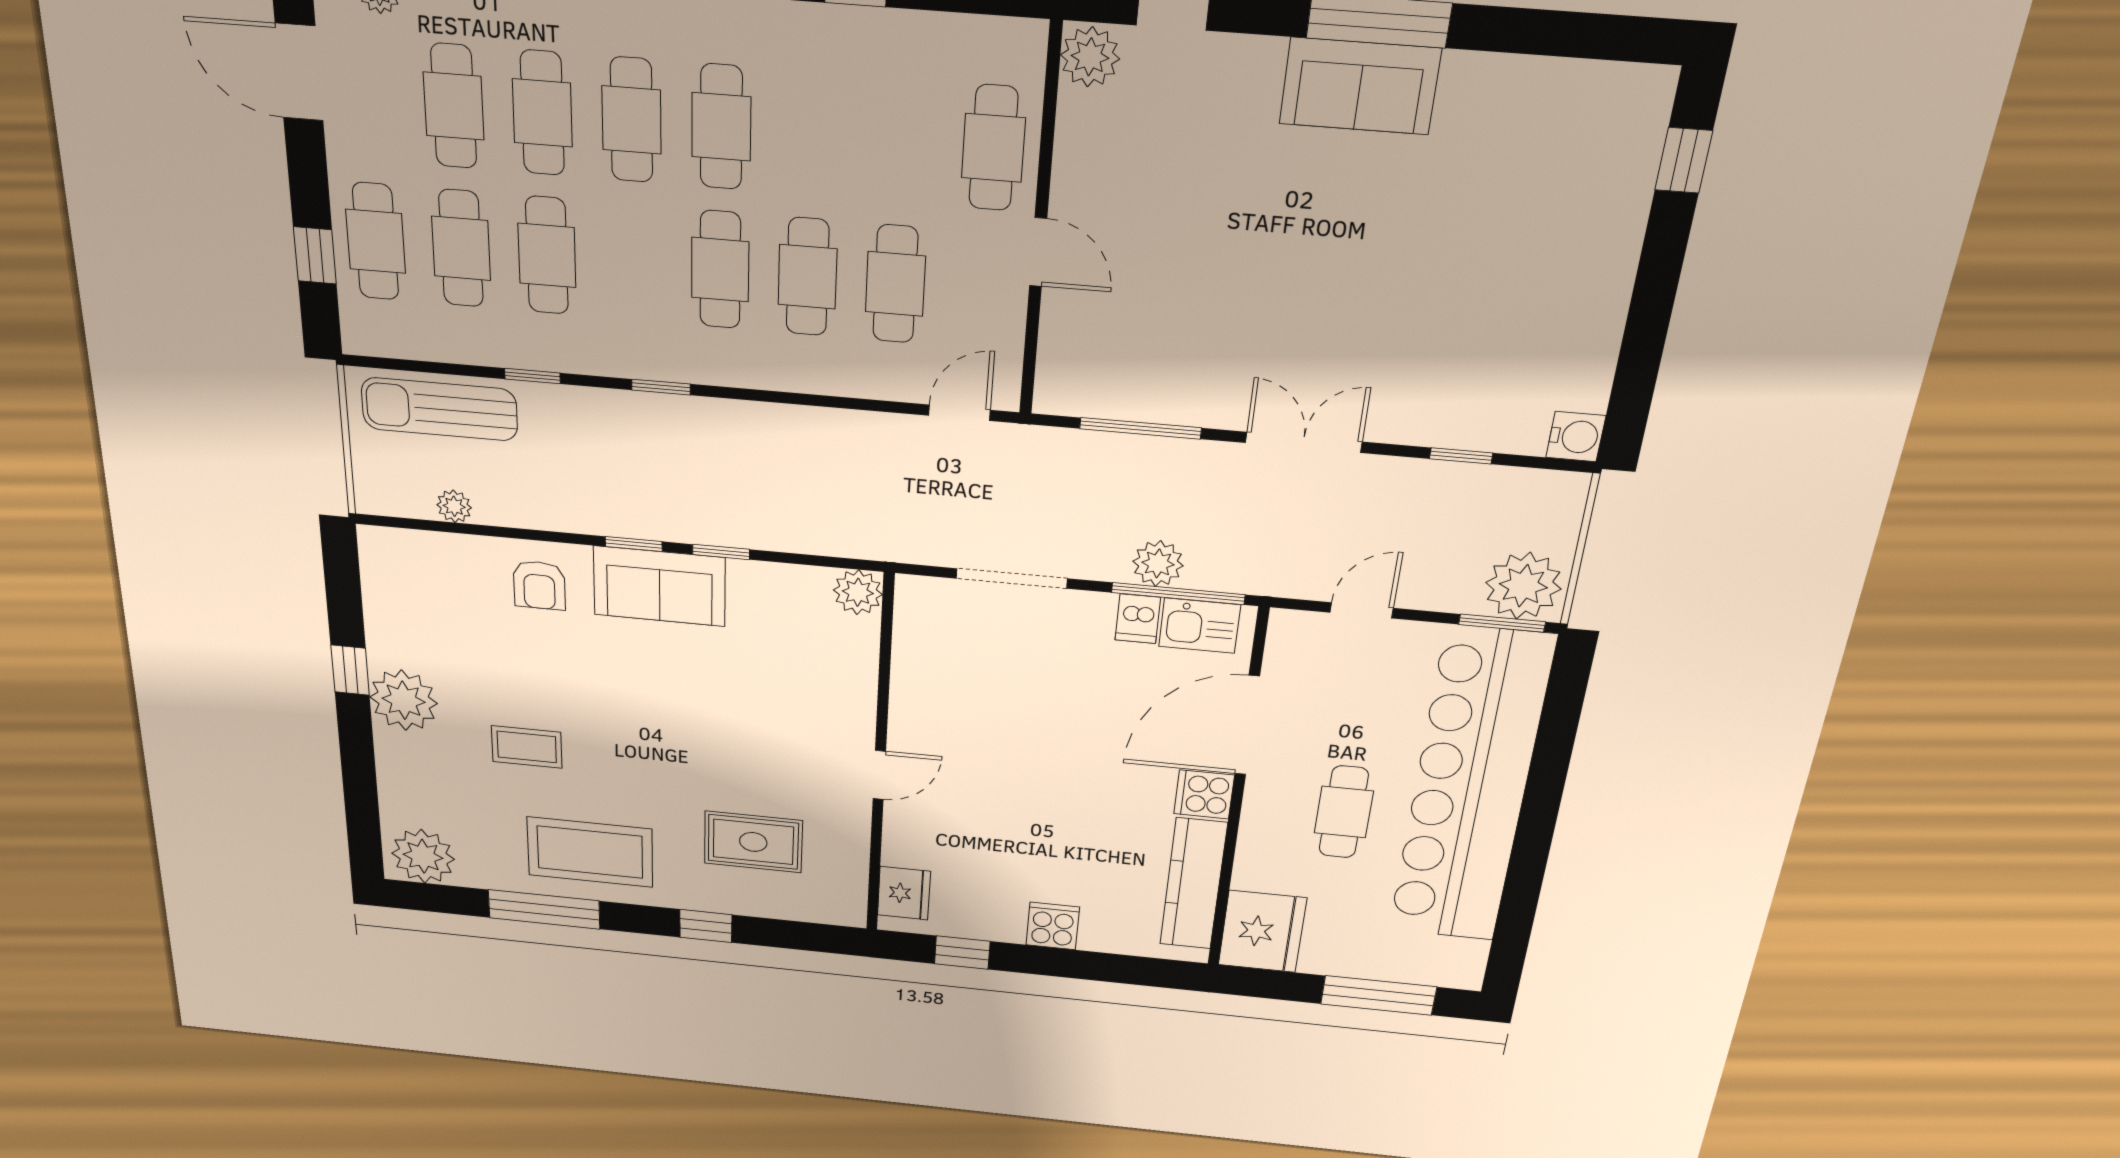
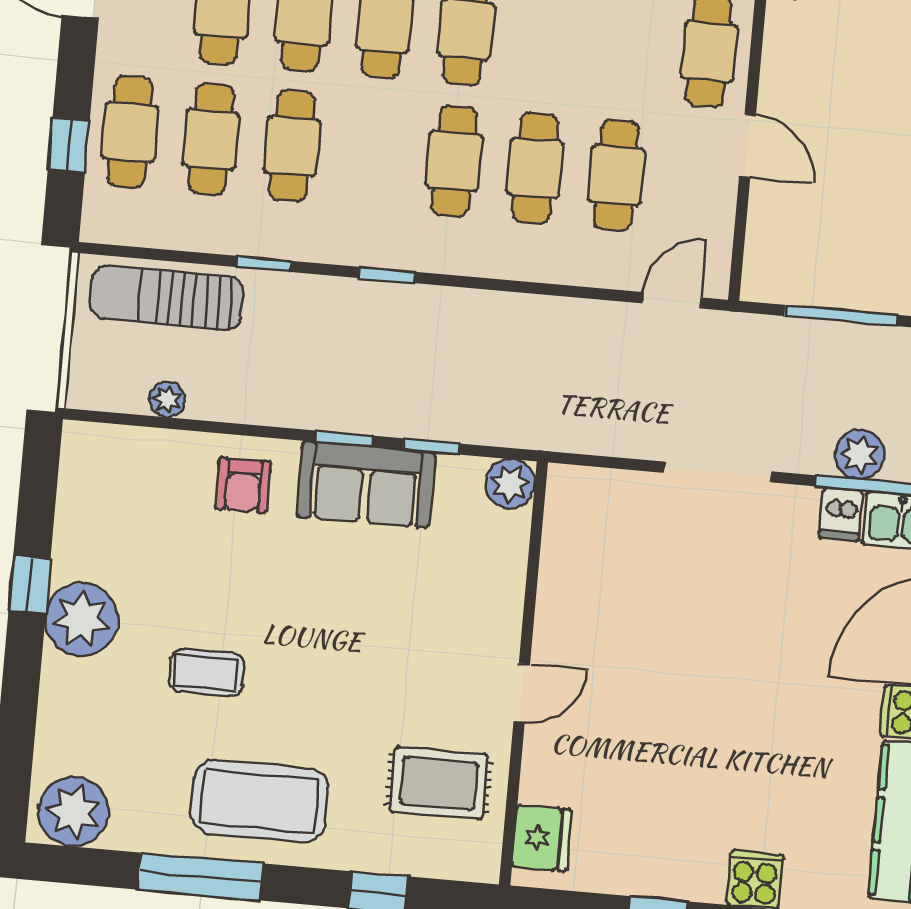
plant: (858, 592) -> (510, 484), moved
wall: (880, 759) -> (523, 674), moved
door: (879, 775) -> (522, 693), moved
fridge: (904, 893) -> (541, 838), moved

